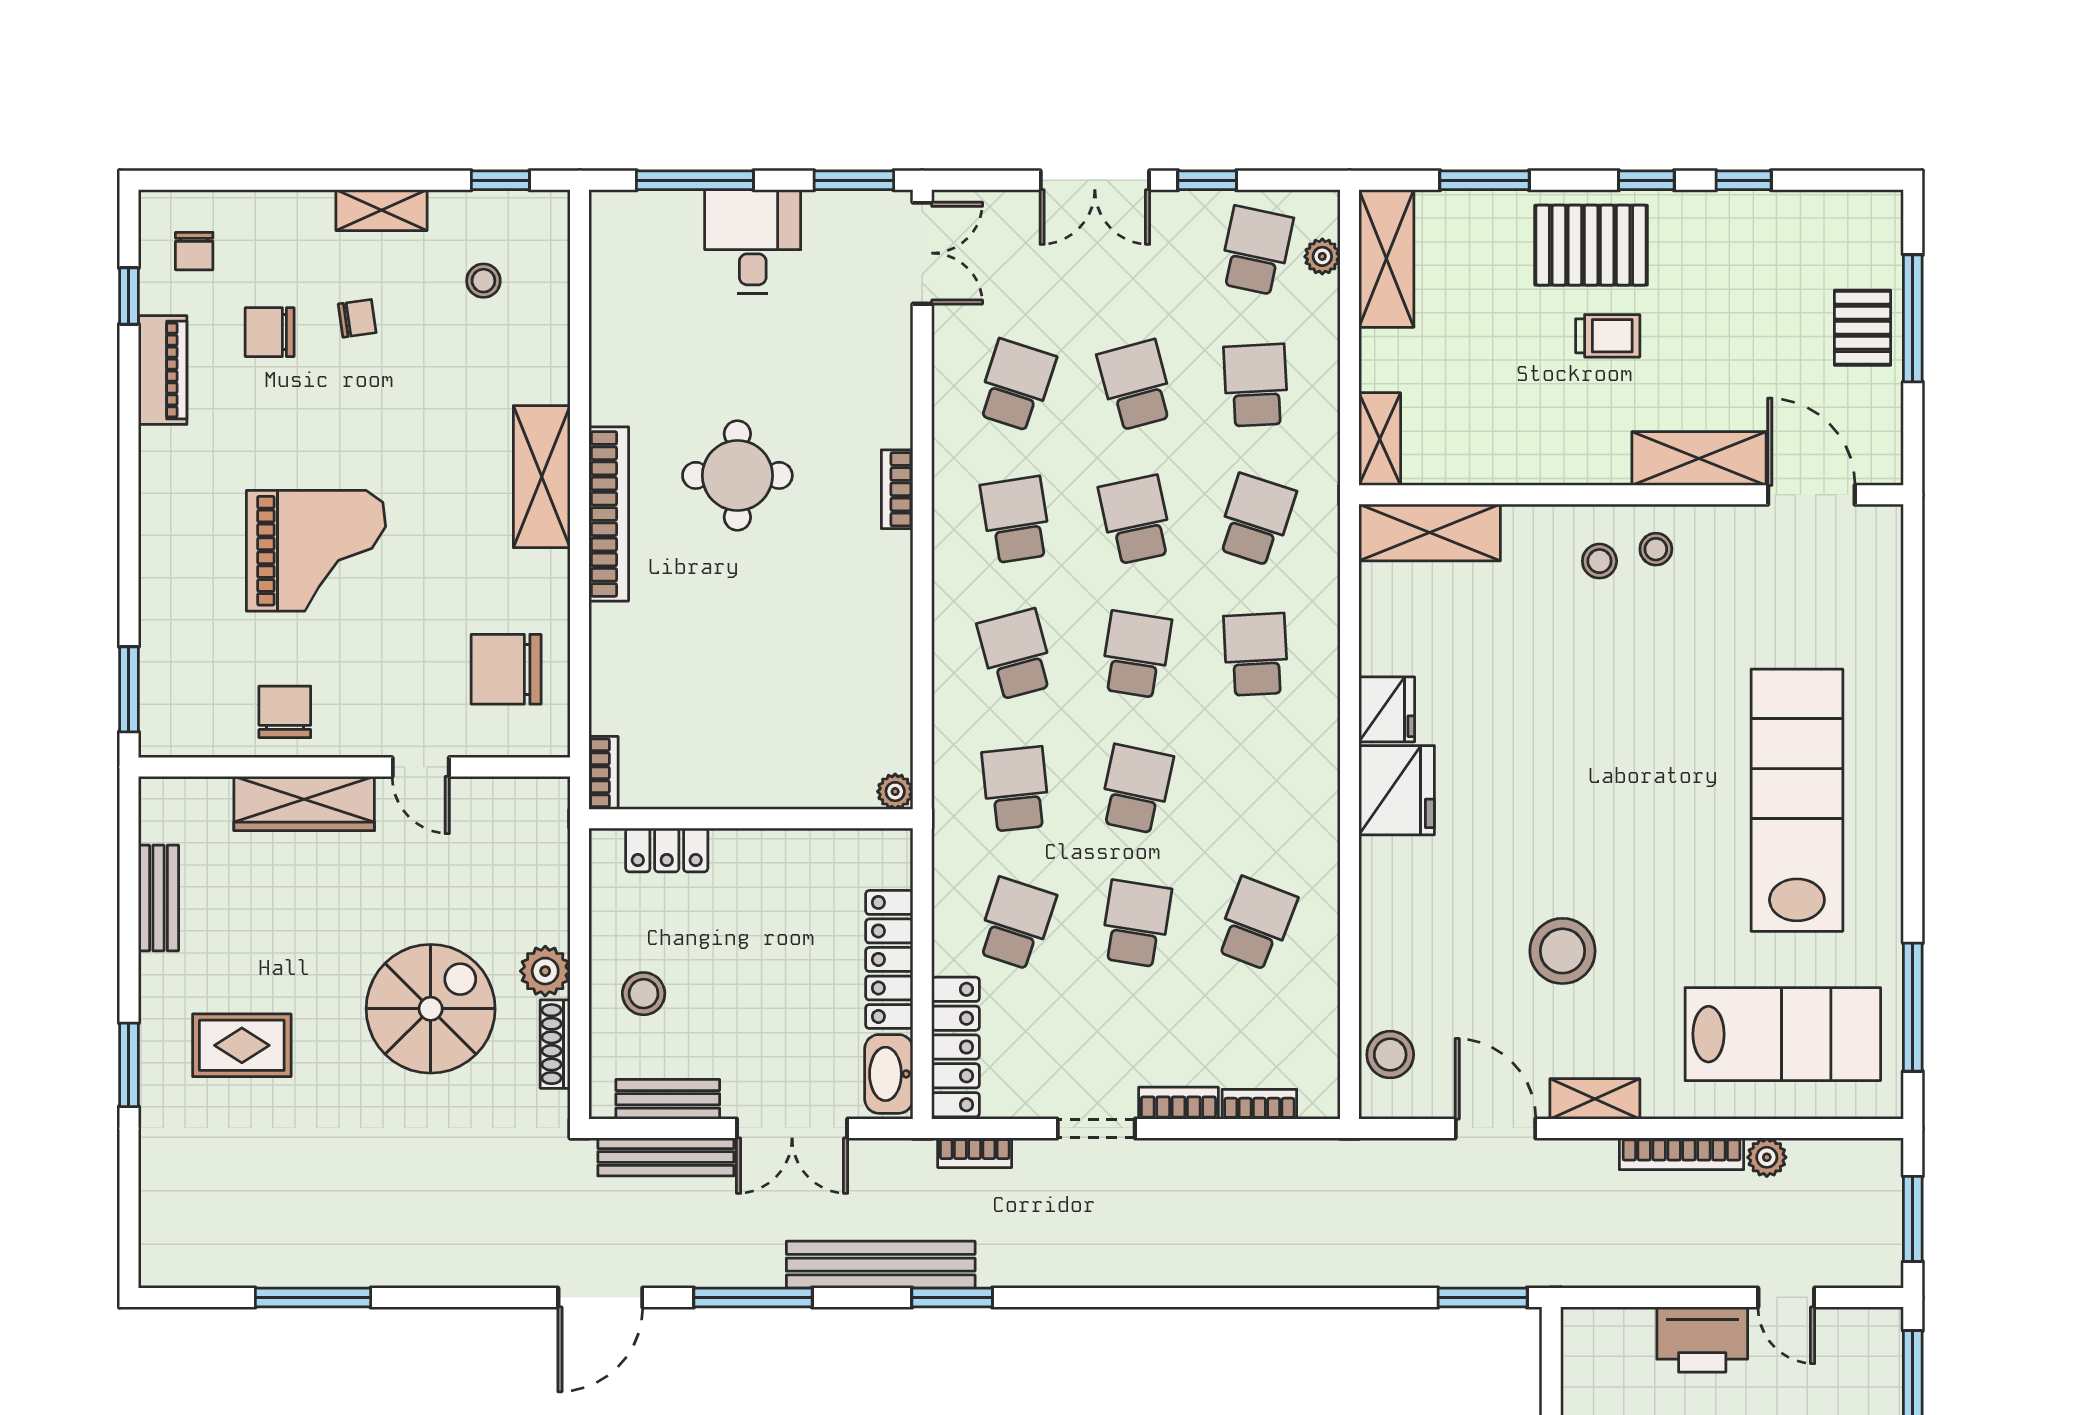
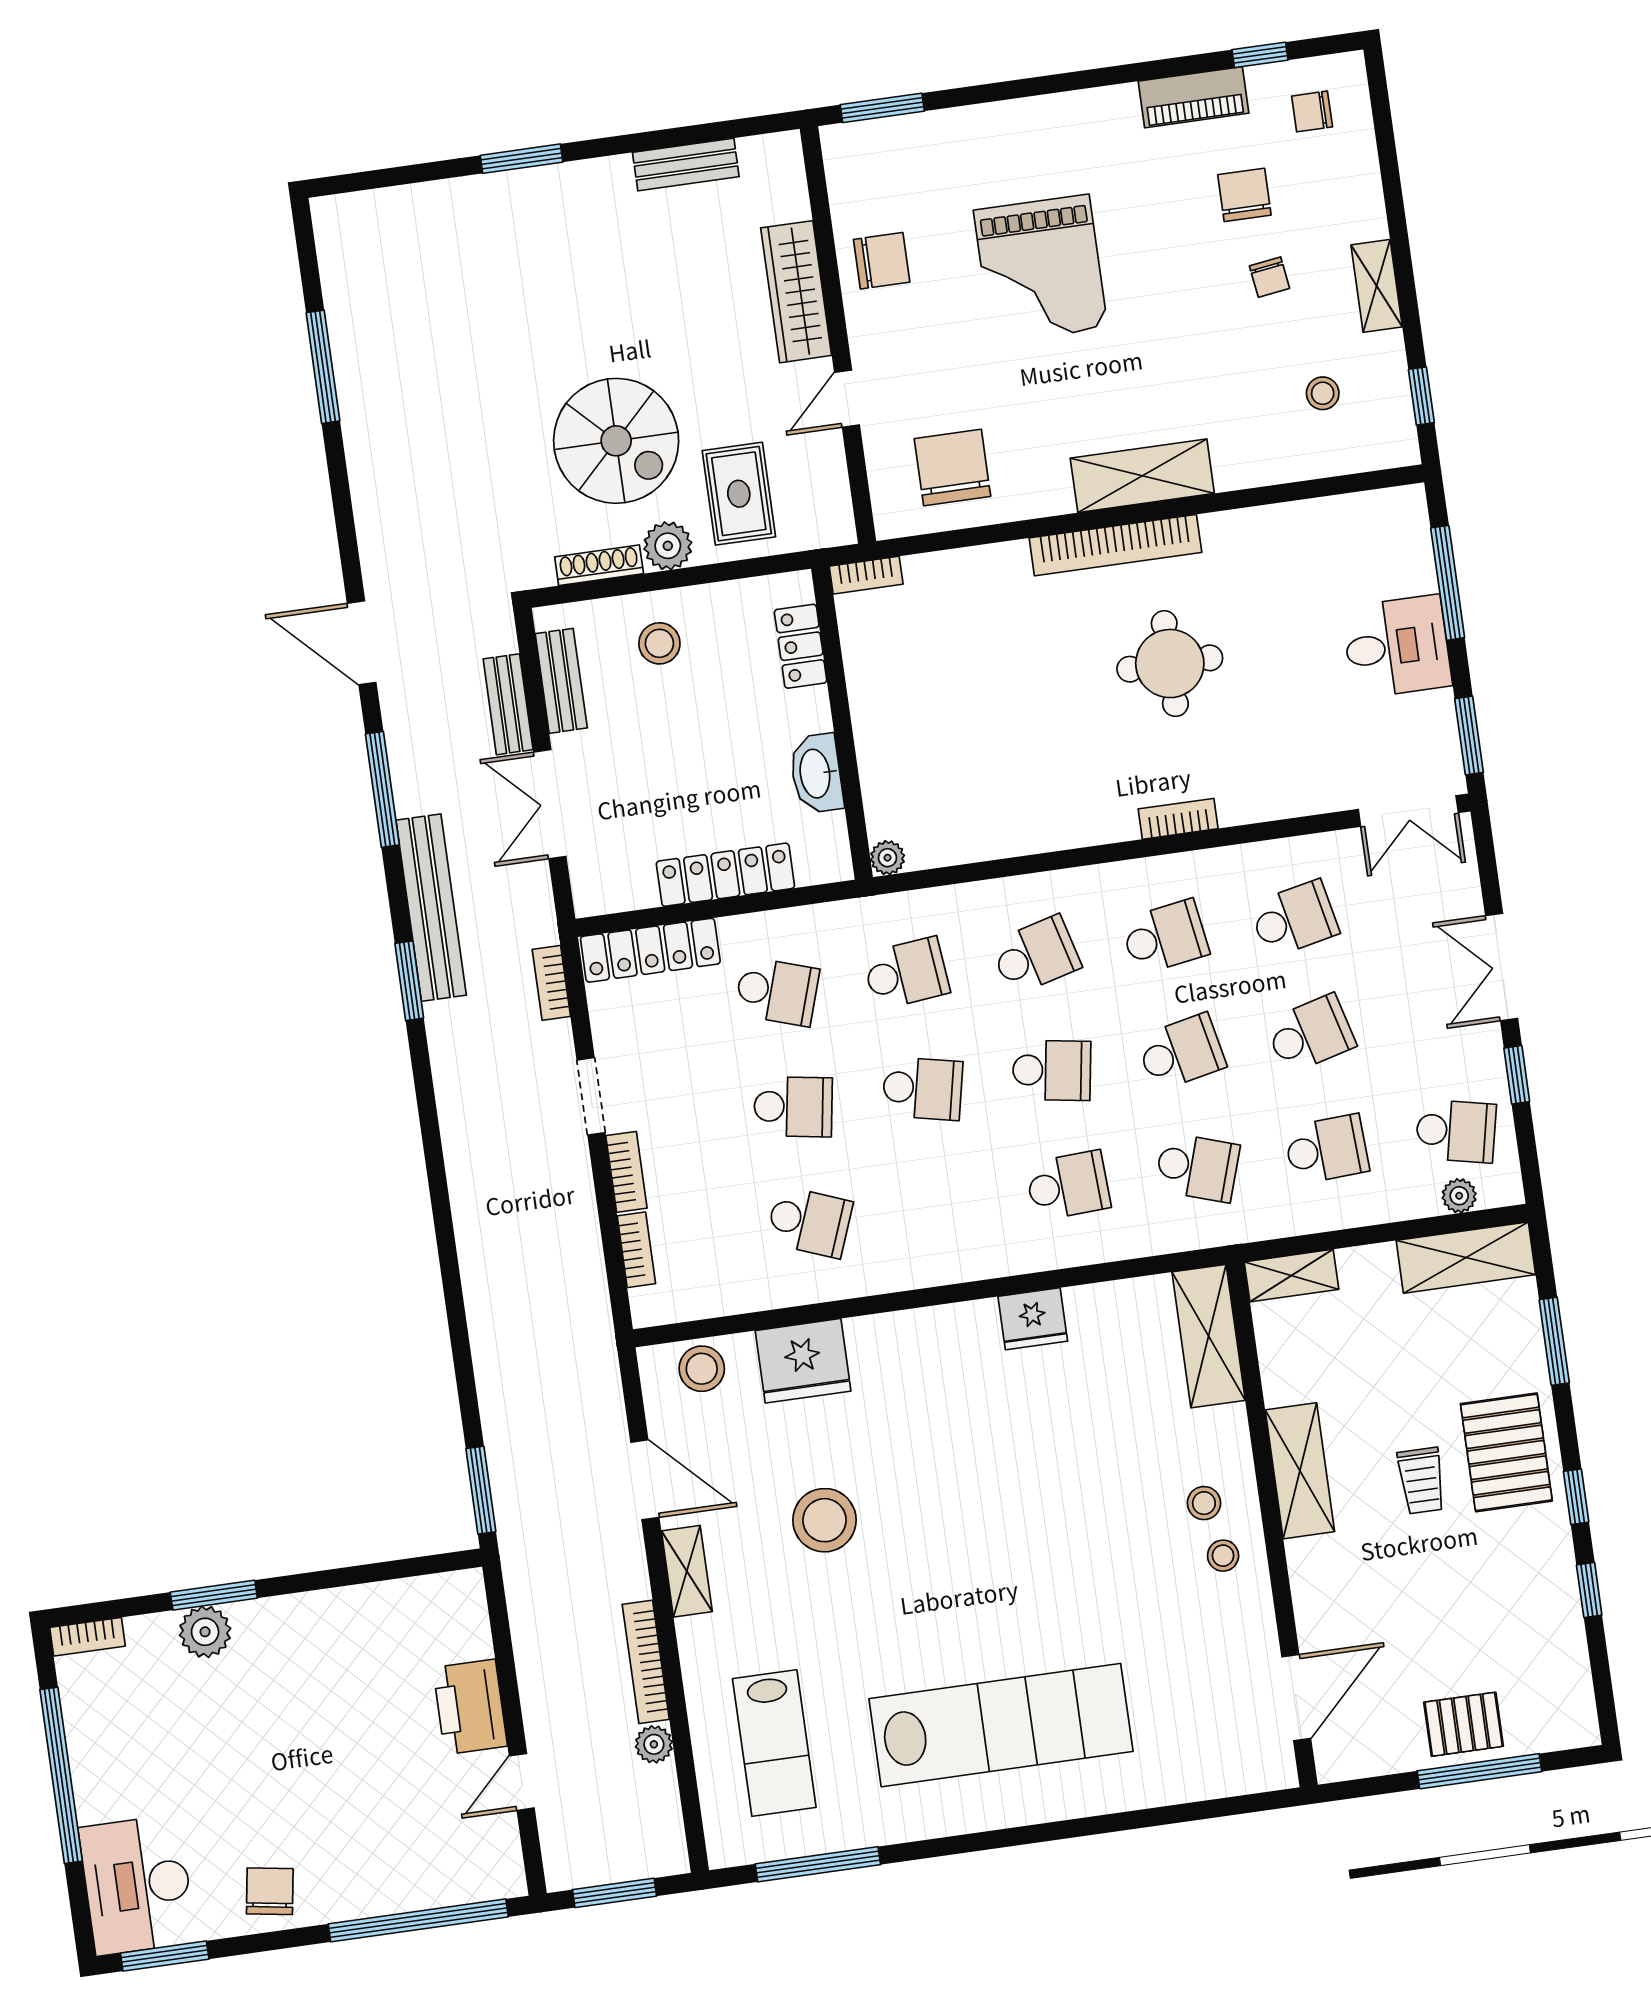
school desk: (1016, 385) -> (1294, 919), turned -30
shelving: (1699, 459) -> (1300, 1471), moved
fridge: (1397, 790) -> (803, 1361), moved
lab bench: (1783, 1034) -> (774, 1743), width x0.73, depth x0.72
rug: (242, 1045) -> (739, 494), moved
washbasin: (889, 1074) -> (816, 773), moved, turned -90
door: (1495, 1128) -> (645, 1480), hinge flipped
bench: (666, 1157) -> (508, 704), width x0.73

